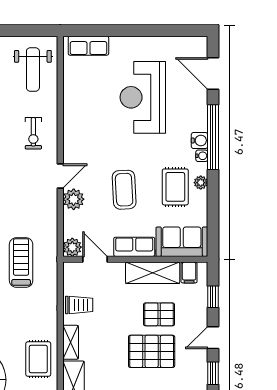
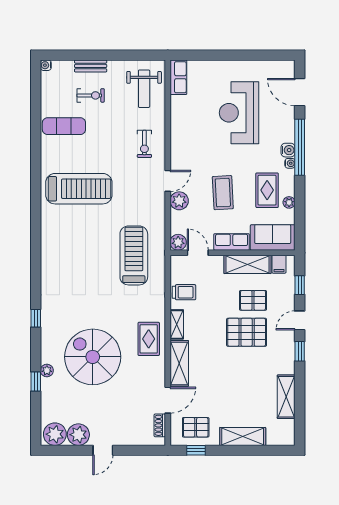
row of seats: (88, 46) -> (178, 77), moved, turned -90
plant: (201, 183) -> (289, 202), moved
treadmill: (21, 262) -> (134, 255), width x1.37, depth x1.38

